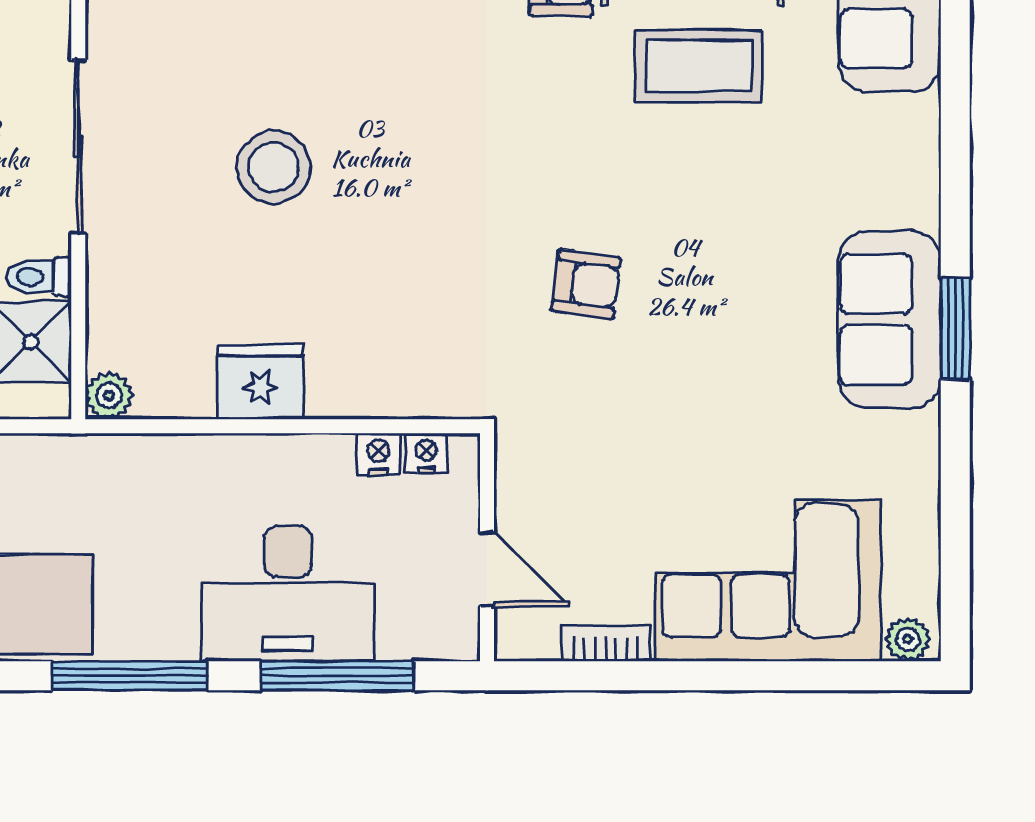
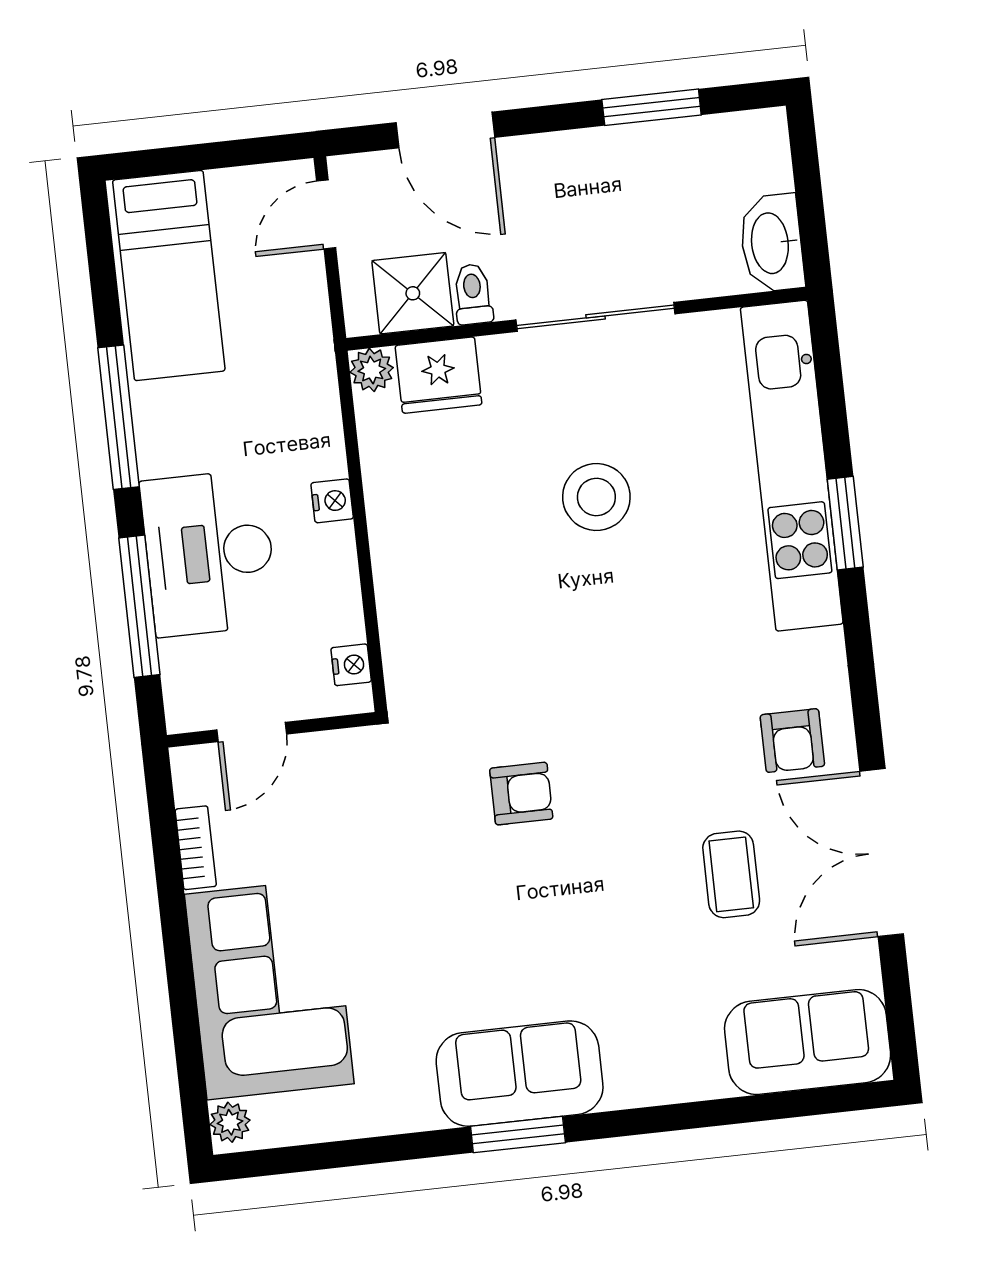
coffee table: (699, 66) -> (731, 874), width x0.73, depth x0.77
armchair: (586, 284) -> (521, 794), turned -98
fridge: (260, 382) -> (439, 375), moved, turned 90
nightstand: (378, 454) -> (332, 501), moved

